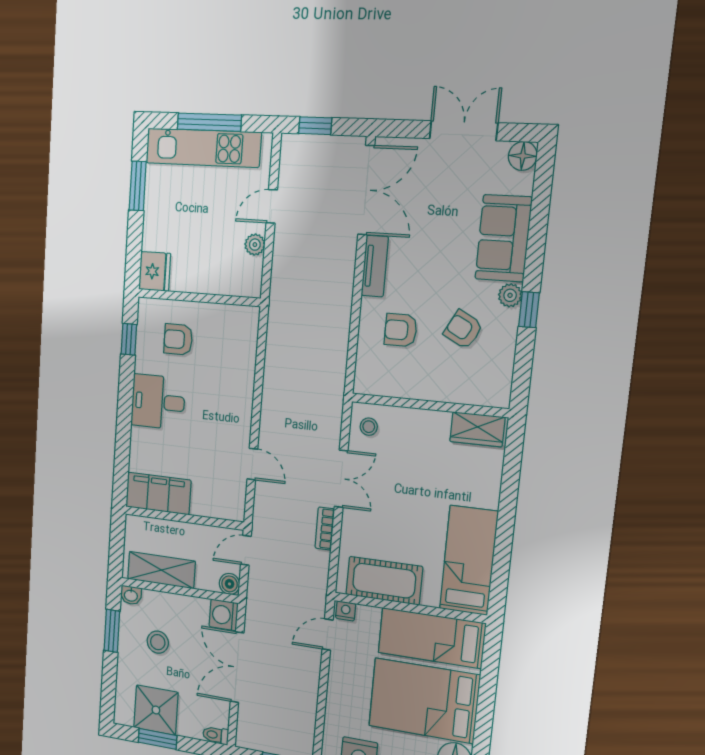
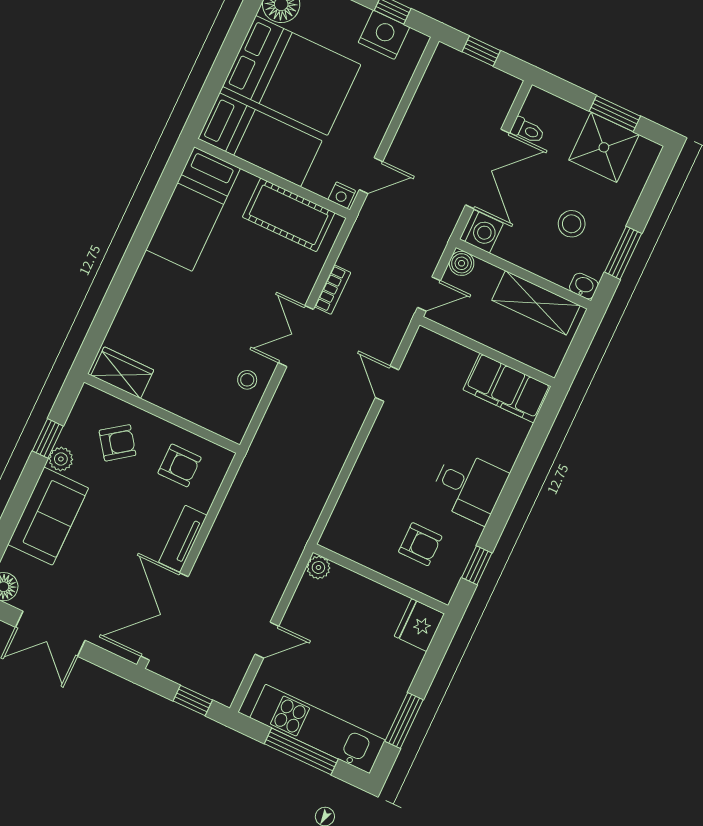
plant: (255, 245) -> (318, 567), moved
armchair: (463, 330) -> (117, 443), turned -64
wall: (429, 405) -> (162, 413), moved
wardrobe: (477, 429) -> (122, 373), moved
toilet: (216, 735) -> (528, 130), moved

